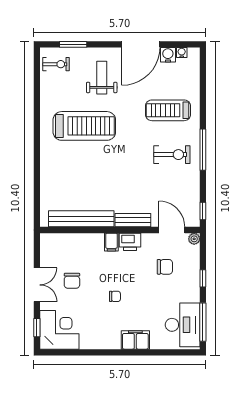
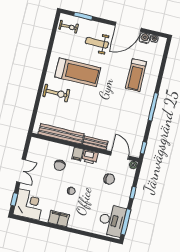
weight bench: (102, 78) -> (97, 43), turned -90
treadmill: (168, 110) -> (136, 75), turned -90
exercise bike: (172, 155) -> (56, 93), moved
chair: (72, 281) -> (60, 165), moved
filing cabinet: (135, 340) -> (59, 219), moved

